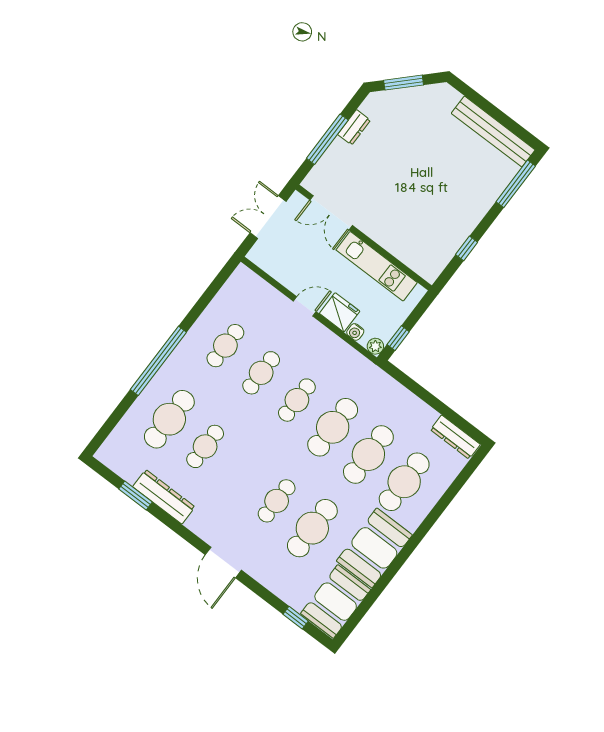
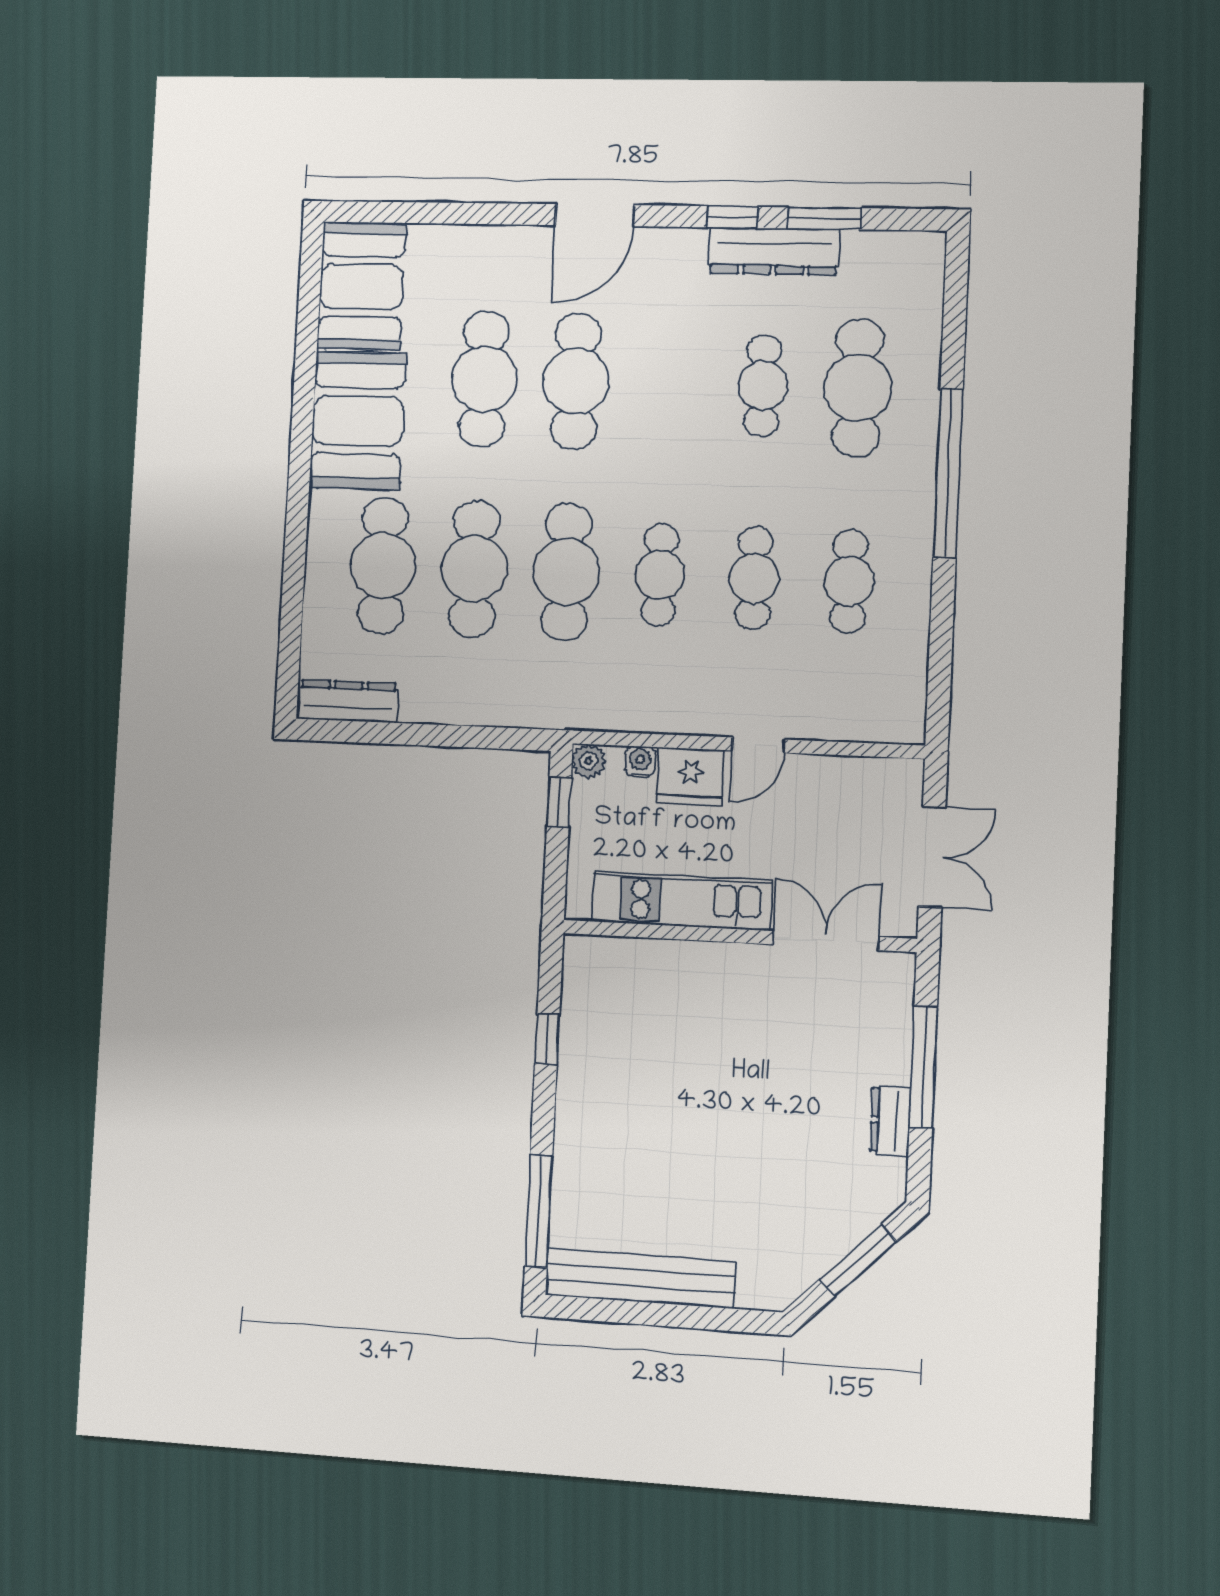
cafe table: (277, 501) -> (576, 381), width x1.37, depth x1.35
door: (223, 562) -> (595, 215), swing flipped
window: (296, 618) -> (733, 217), moved

